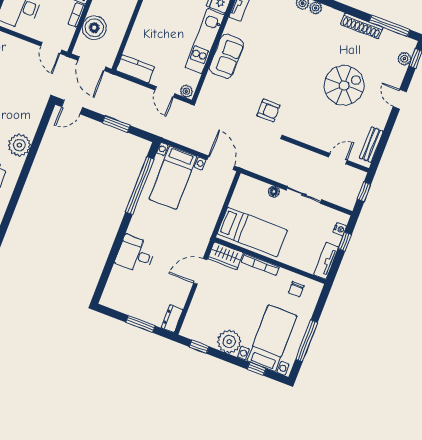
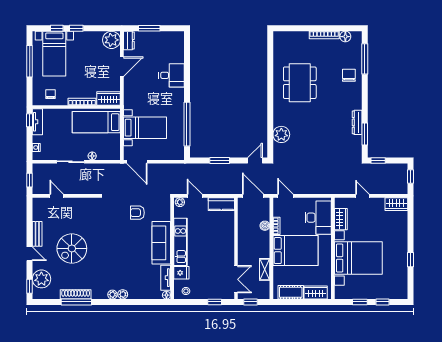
window: (389, 26) -> (76, 302), moved
boiler: (94, 28) -> (265, 226), width x0.54, depth x0.54
sofa: (226, 56) -> (161, 243), width x1.36
plant: (404, 59) -> (41, 279), width x1.88, depth x1.88
armchair: (268, 110) -> (137, 213), moved
plant: (19, 145) -> (281, 134), moved
bench: (371, 145) -> (37, 234), moved
door: (338, 159) -> (57, 196), swing flipped
bed with nightstands: (173, 178) -> (145, 128), moved, turned 90
window: (345, 242) -> (30, 120), moved
door: (200, 271) -> (122, 67), moved
plant: (229, 342) -> (111, 40), moved
window: (199, 347) -> (76, 28), moved

